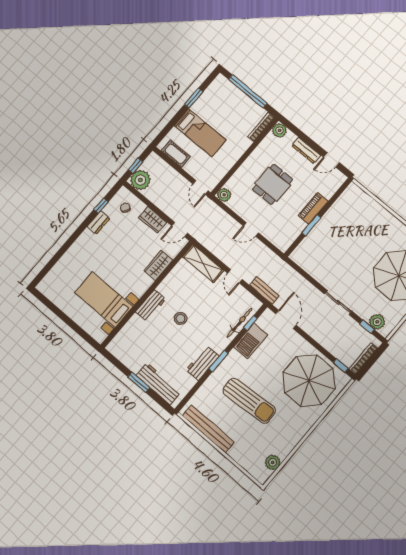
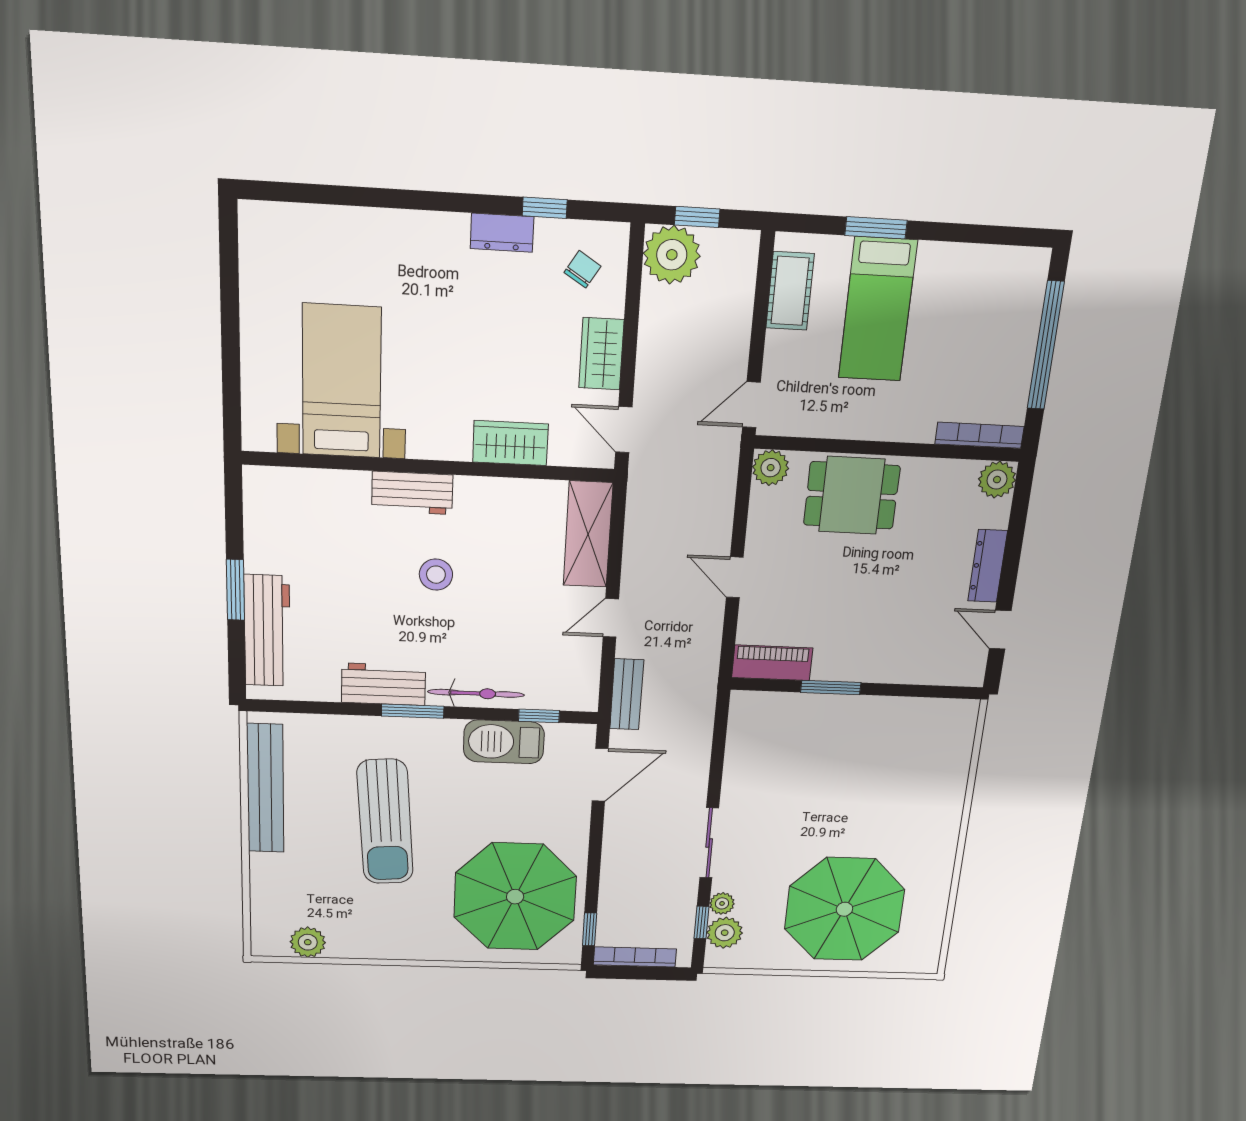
window: (194, 98) -> (876, 228), moved
dining table: (273, 184) -> (852, 495), moved
piano: (313, 208) -> (772, 663), moved
plant: (365, 315) -> (722, 903), added
bicycle: (240, 323) -> (476, 693), moved

